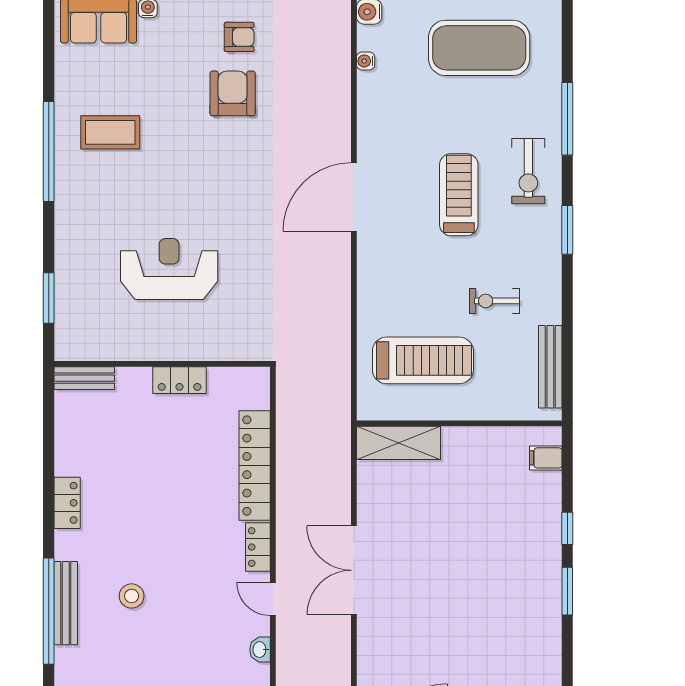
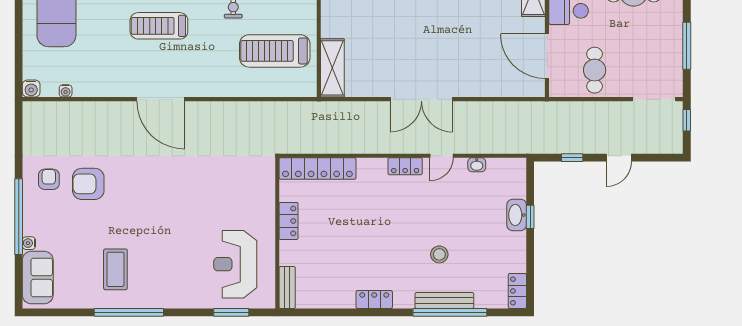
reception desk: (169, 269) -> (235, 264), moved
treadmill: (423, 360) -> (275, 51), turned -90
locker: (255, 466) -> (317, 168), moved

